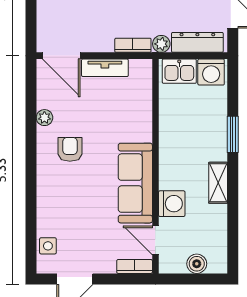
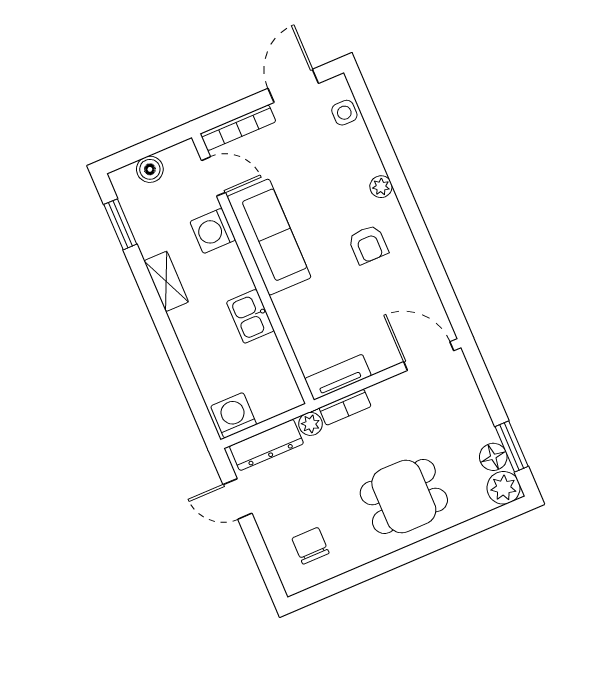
tv unit: (105, 68) -> (338, 377), moved
kitchen sink: (179, 71) -> (250, 316), moved, turned -90
plant: (44, 118) -> (381, 187), moved
window: (233, 134) -> (120, 224), moved
bookcase: (135, 266) -> (238, 128), width x1.56

